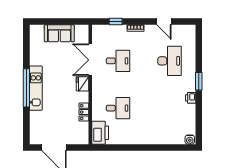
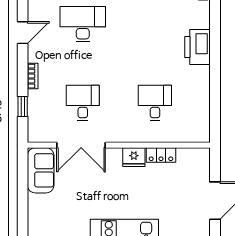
sofa: (59, 33) -> (41, 170), moved
fridge: (83, 84) -> (134, 157), moved
printer: (100, 133) -> (198, 47), moved, turned -90

